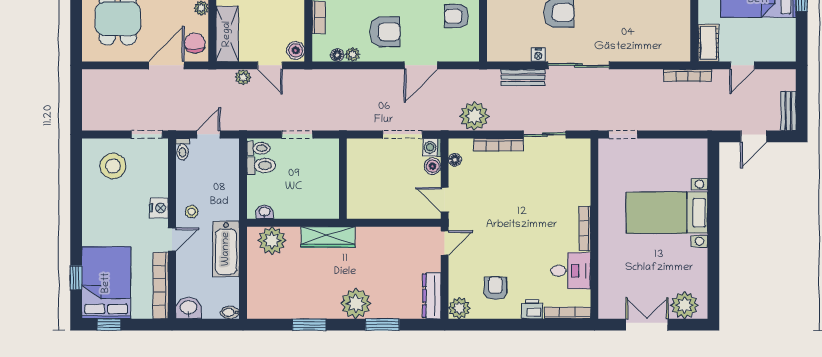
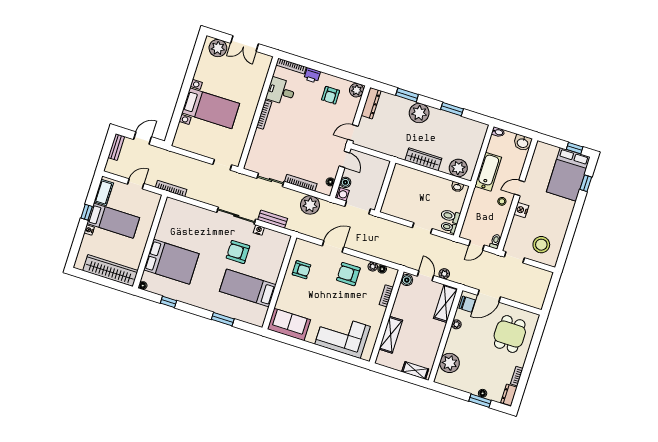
chair: (195, 43) -> (467, 304), turned -90
cot: (708, 43) -> (104, 192), moved
wall: (343, 179) -> (385, 187), moved
bookcase: (161, 285) -> (535, 162), removed

